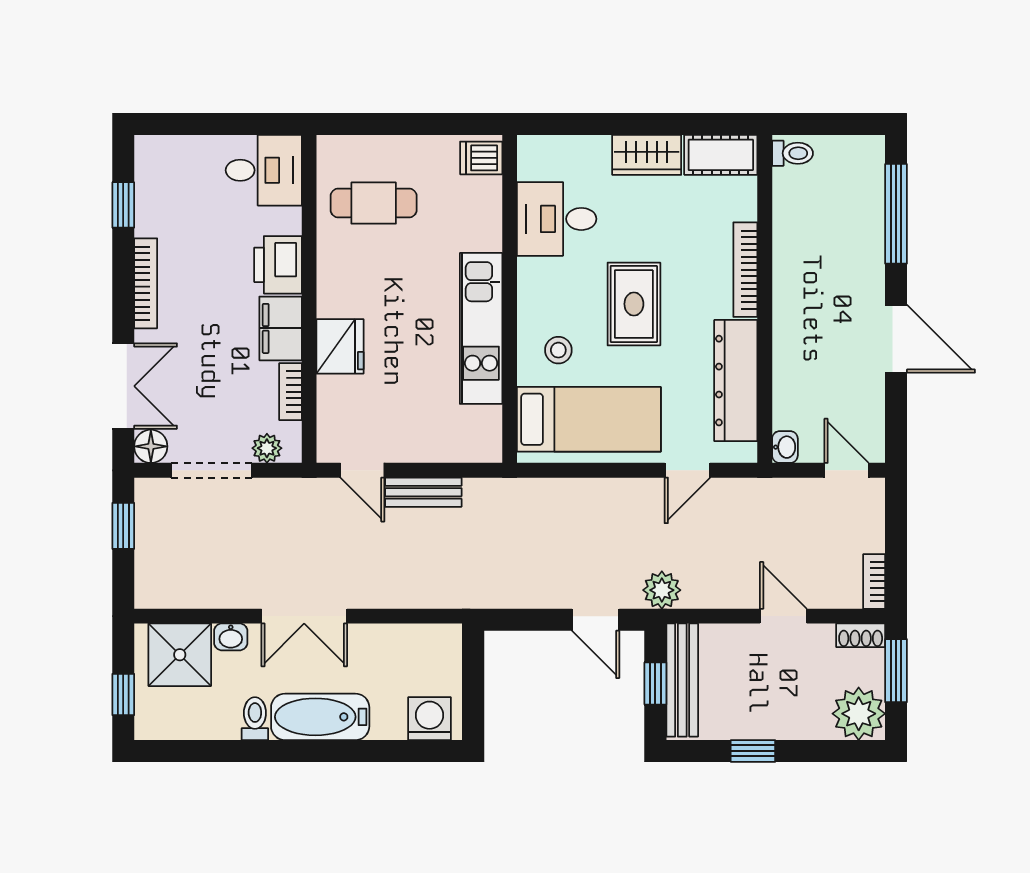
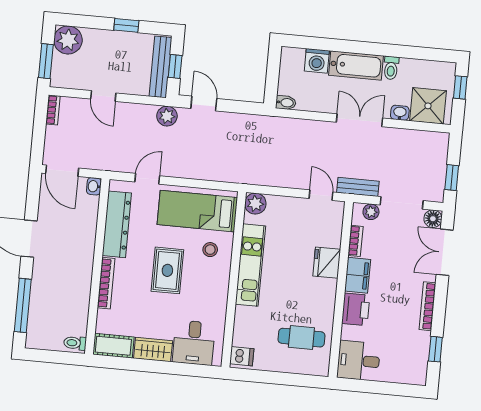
desk: (557, 219) -> (194, 343), moved, turned 90
plant: (483, 443) -> (255, 204), added
door: (847, 470) -> (62, 171), width x1.37
bench: (423, 492) -> (358, 187), moved
shoe rack: (861, 635) -> (63, 82), removed
bidet: (444, 636) -> (286, 103), added
washing machine: (429, 719) -> (317, 61), moved

